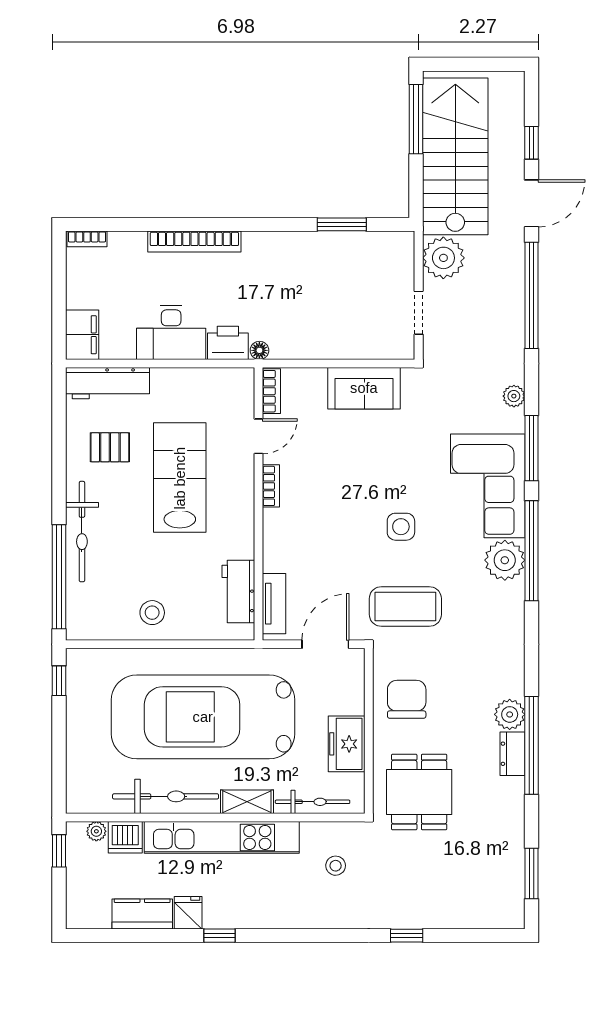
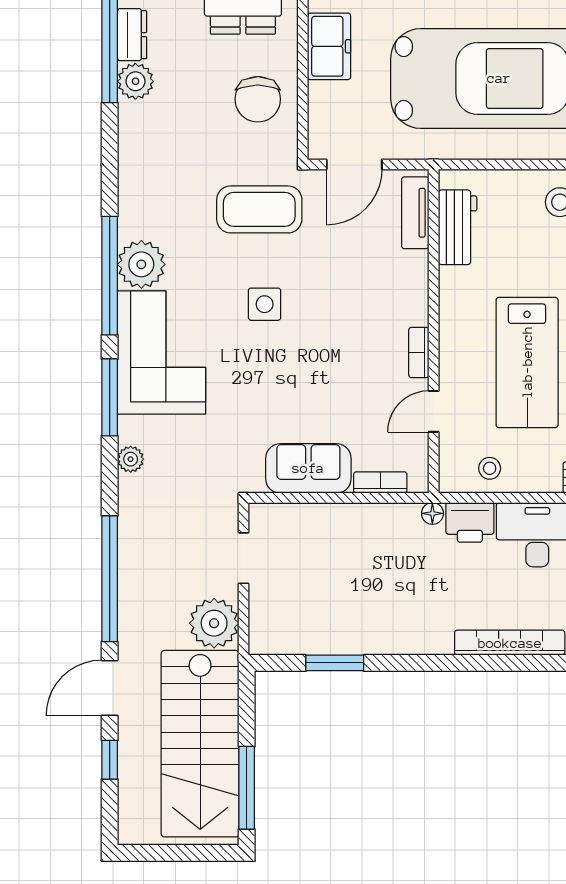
stool: (211, 388) -> (490, 468), added
bookcase: (271, 391) -> (380, 483), moved, turned 90

